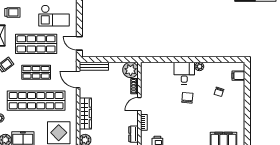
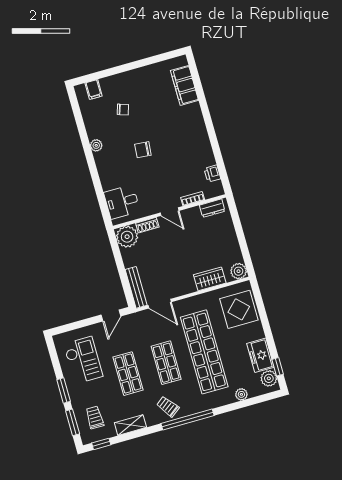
shop shelf: (36, 44) -> (128, 374), width x0.70, depth x0.74
desk: (184, 73) -> (122, 202), moved
door: (78, 79) -> (160, 304), hinge flipped
wardrobe: (85, 113) -> (210, 279), width x0.67

